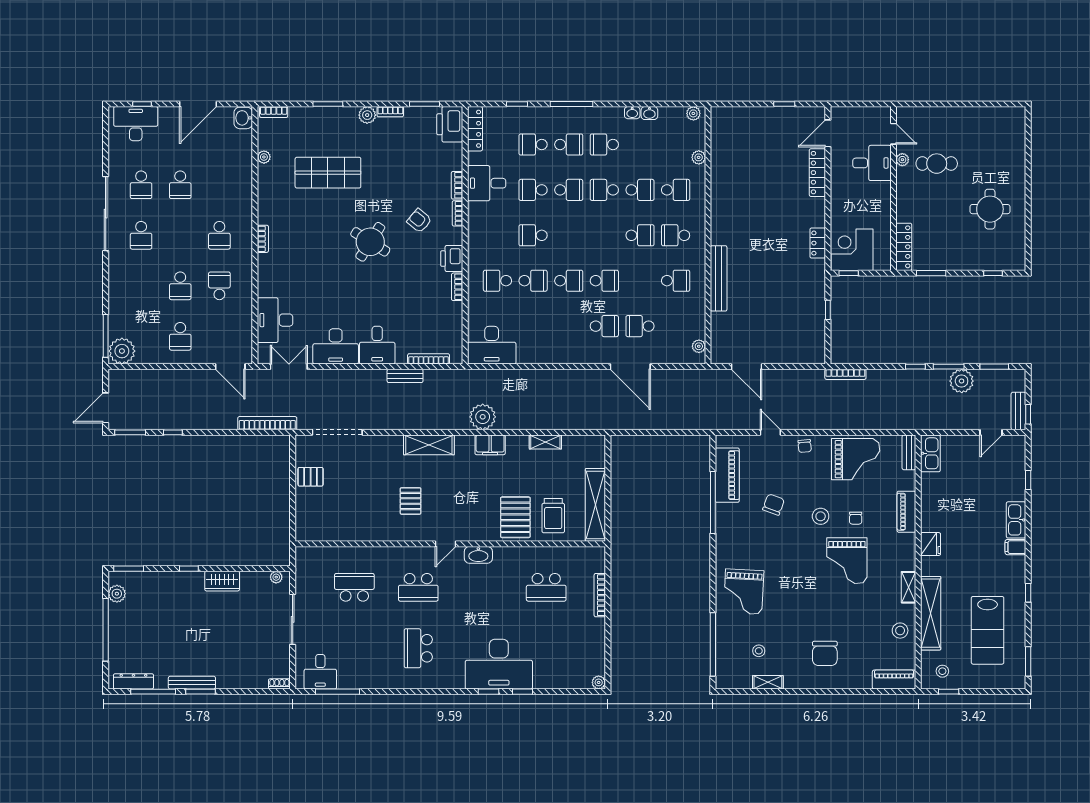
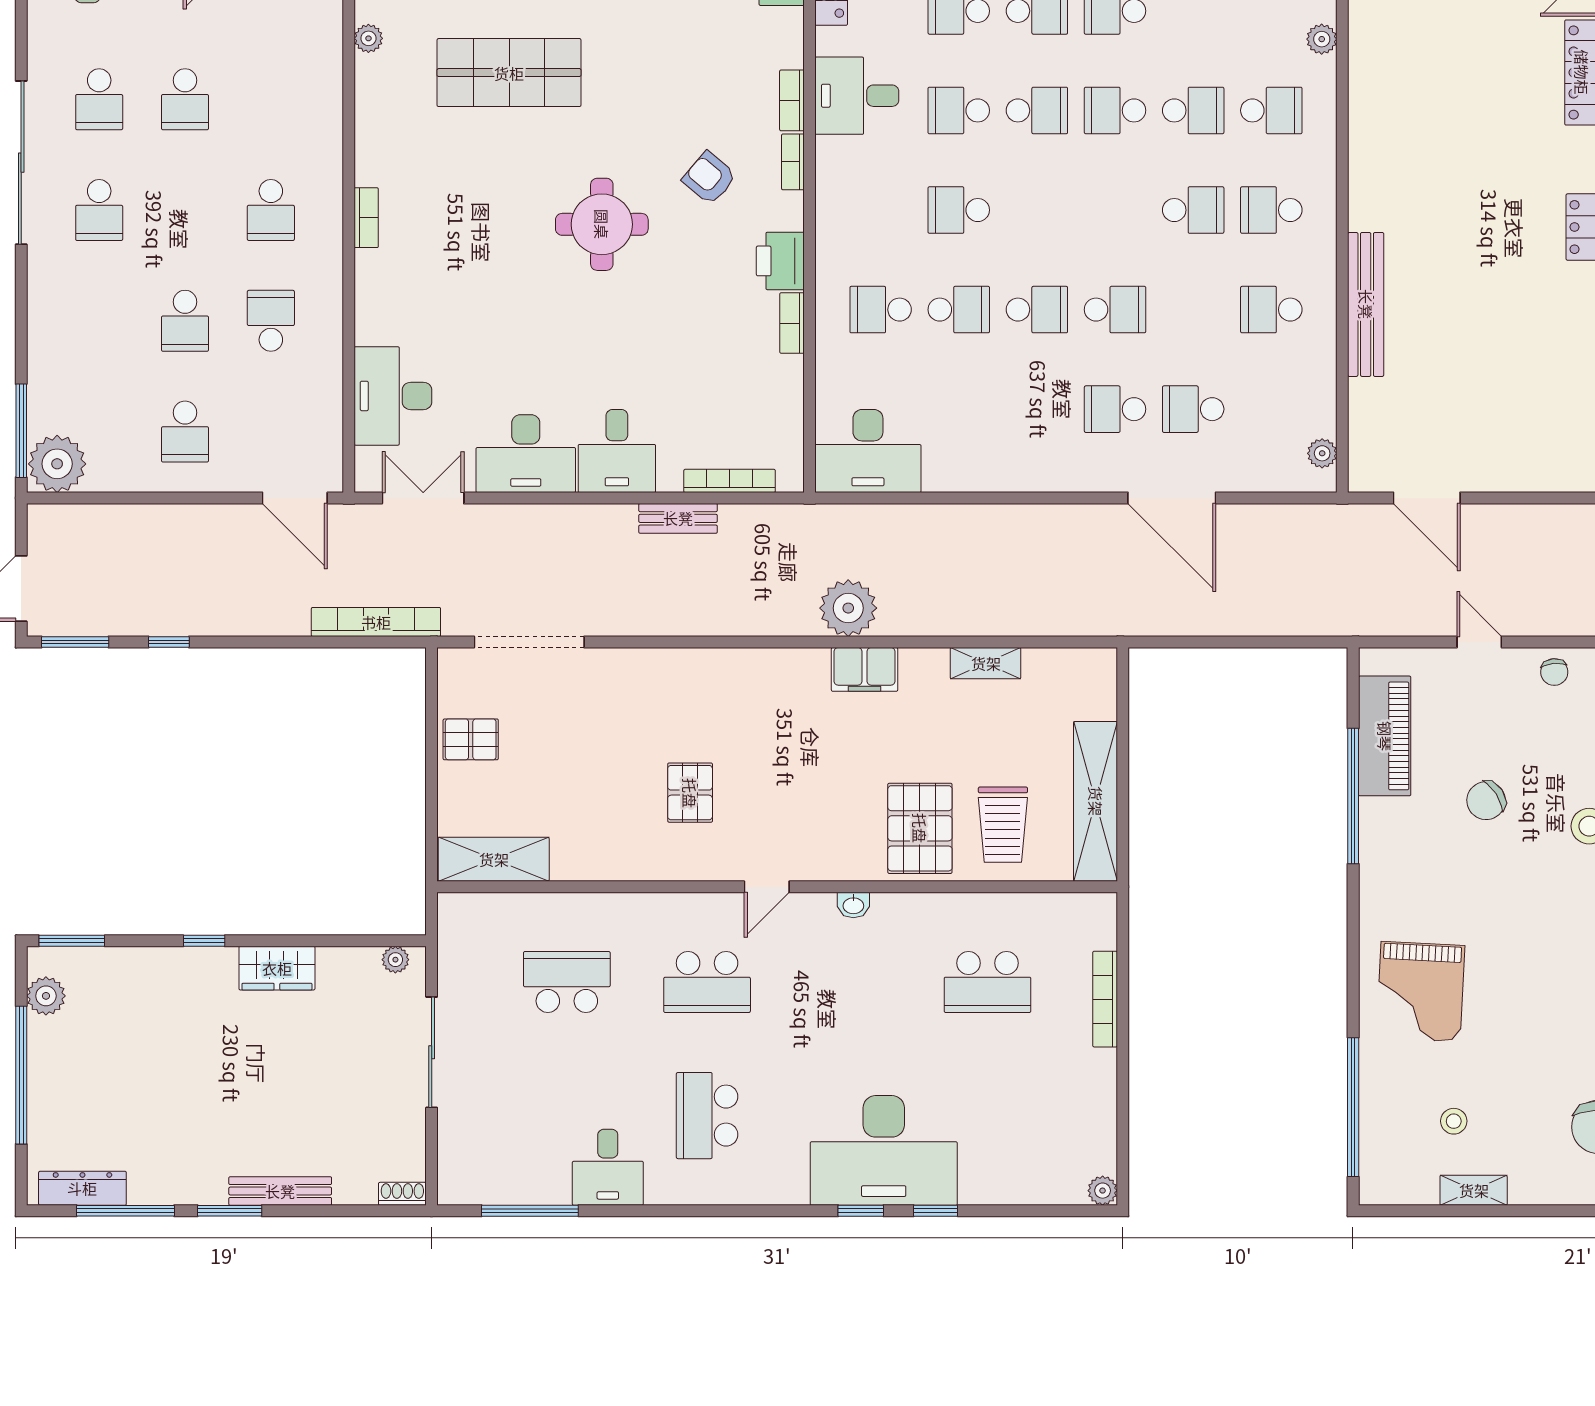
round table: (370, 242) -> (602, 224), turned -32
school desk: (676, 281) -> (1271, 310), turned 180
school desk: (604, 326) -> (1115, 409), turned 180
shelving: (429, 445) -> (494, 859), moved
chair: (774, 505) -> (1486, 801), turned -143
washbasin: (478, 555) -> (853, 905), width x0.52, depth x0.69
desk: (320, 672) -> (608, 1167), moved
bench: (192, 683) -> (280, 1191), moved

